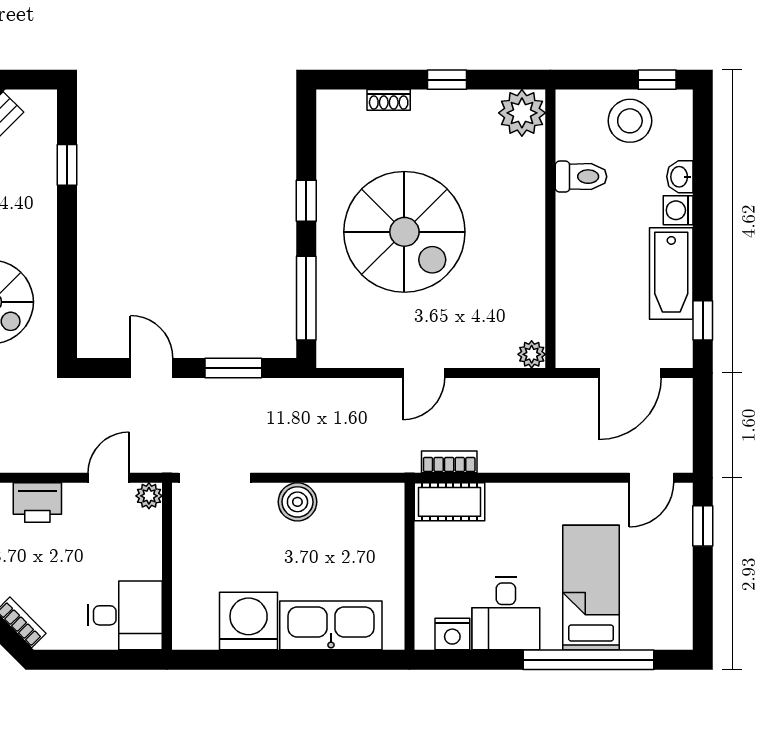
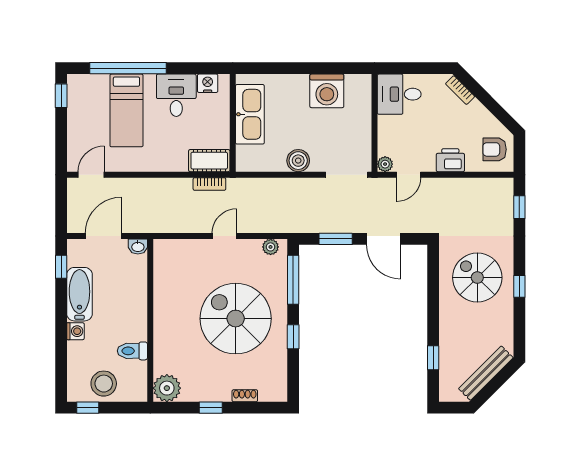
washbasin: (680, 177) -> (138, 247), moved, turned 90
plant: (532, 354) -> (271, 247), moved
door: (152, 368) -> (384, 239), width x1.38
window: (703, 526) -> (61, 96), moved
kitchen sink: (331, 625) -> (250, 114), moved, turned -90

